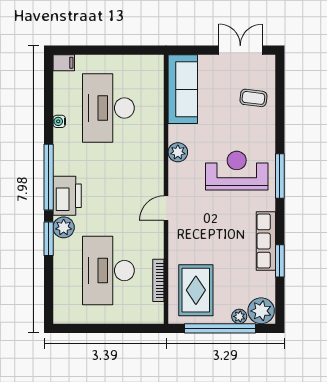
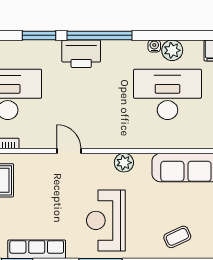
coffee table: (253, 98) -> (177, 237), turned 58
reception desk: (237, 171) -> (106, 220), turned 180
plant: (64, 227) -> (172, 50), moved

